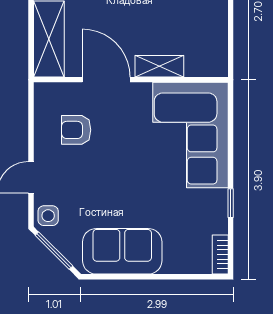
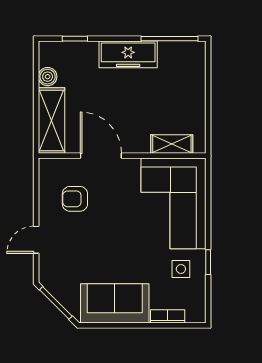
shelving: (159, 66) -> (172, 144), moved
side table: (48, 216) -> (181, 269), moved
bookcase: (220, 255) -> (168, 316), moved, turned 90

